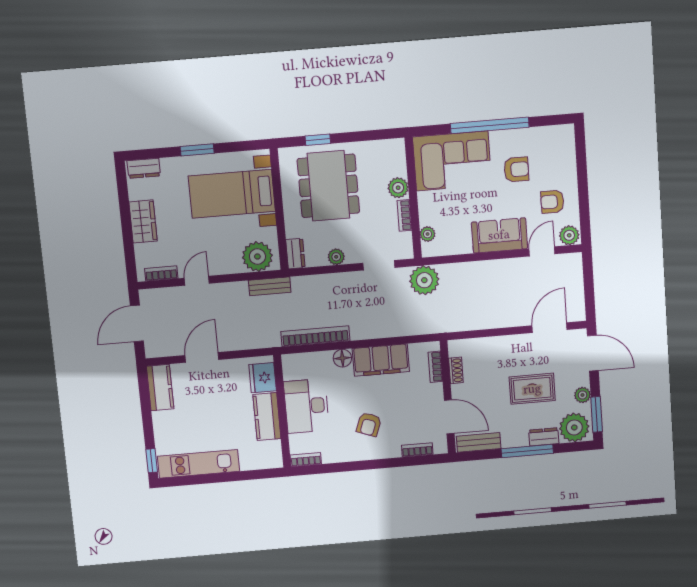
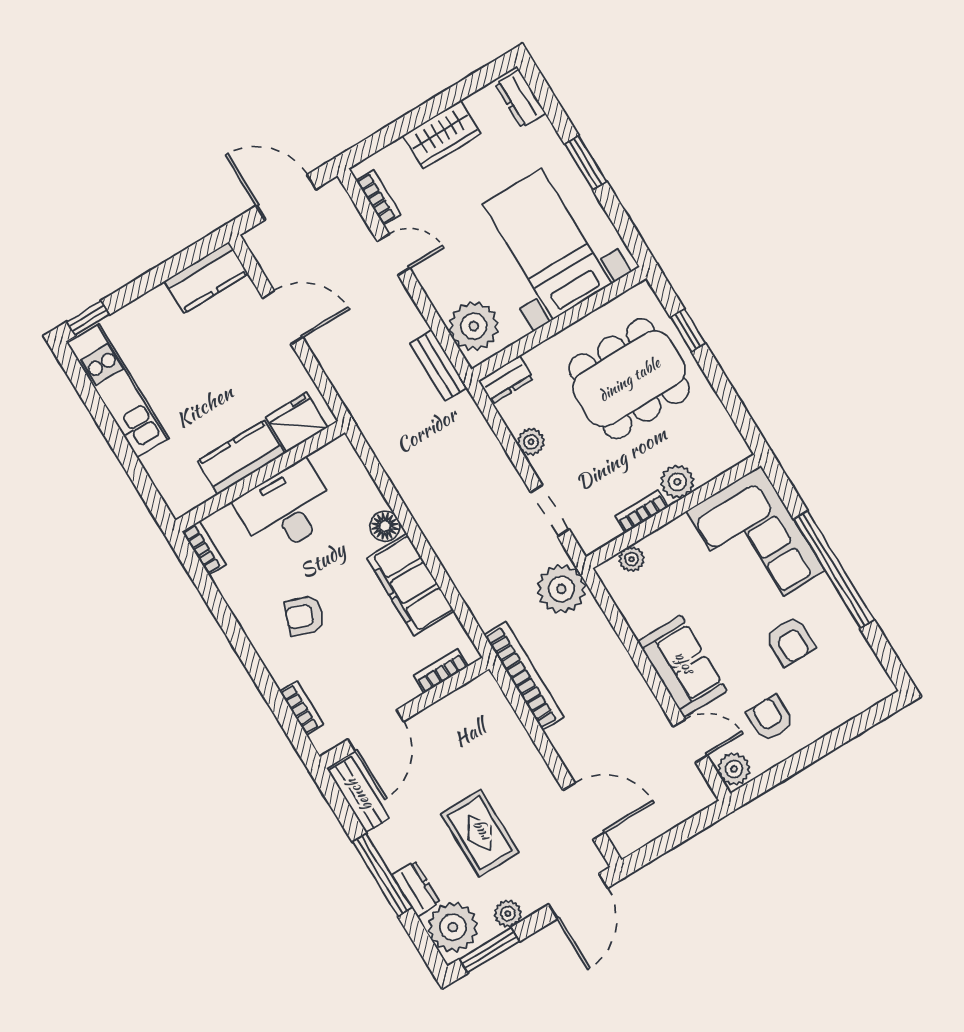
bookcase: (315, 336) -> (524, 676), moved
shoe rack: (456, 370) -> (451, 705), removed

